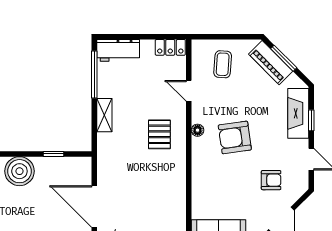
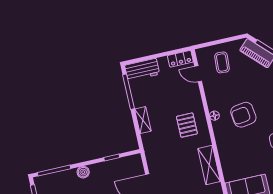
door: (189, 91) -> (198, 74), moved
boiler: (19, 171) -> (83, 172), width x0.54, depth x0.54
shelving: (176, 192) -> (209, 165), added

